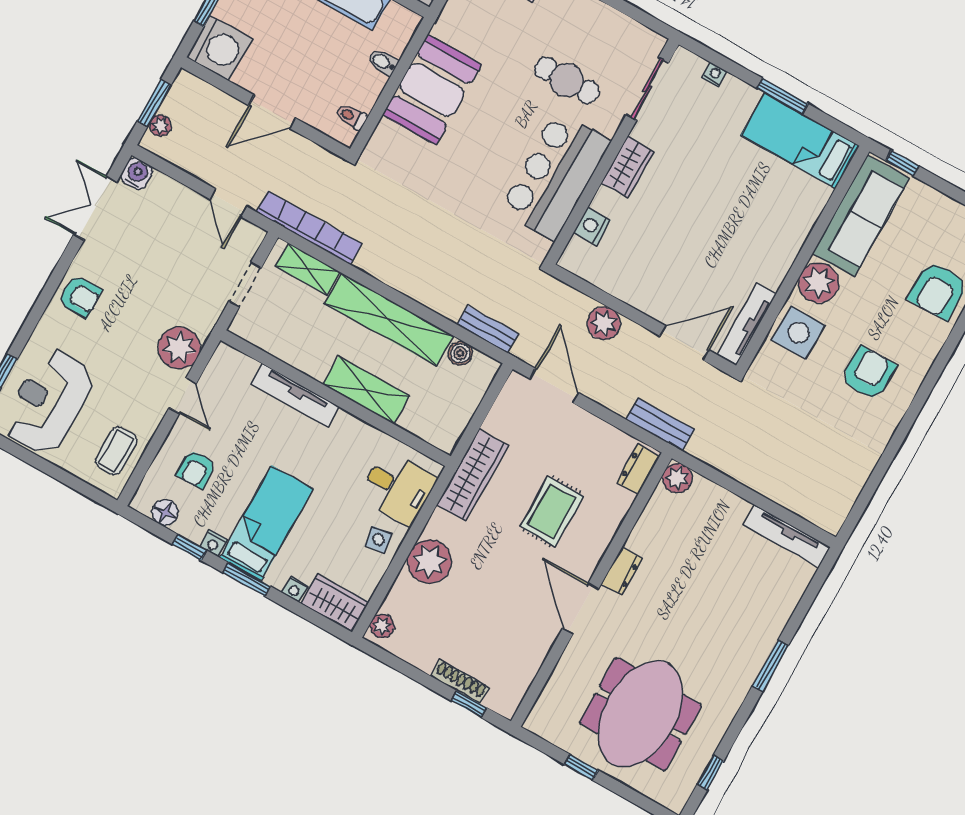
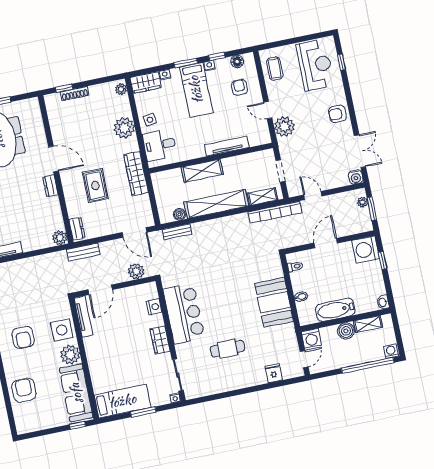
sliding door: (648, 89) -> (178, 375), moved
wall: (612, 152) -> (171, 341), moved
wardrobe: (628, 167) -> (160, 340), moved
bar counter: (555, 176) -> (184, 313), moved
nightstand: (592, 226) -> (154, 307), moved

